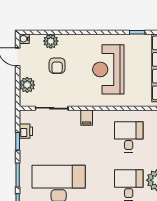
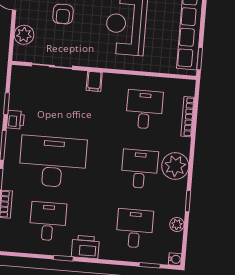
printer: (26, 131) -> (15, 120), moved

